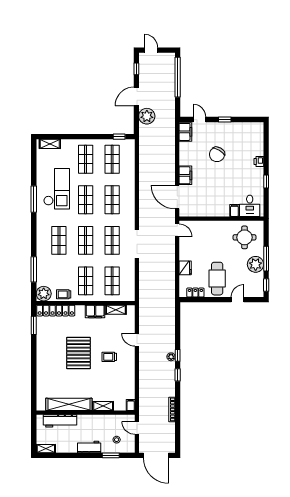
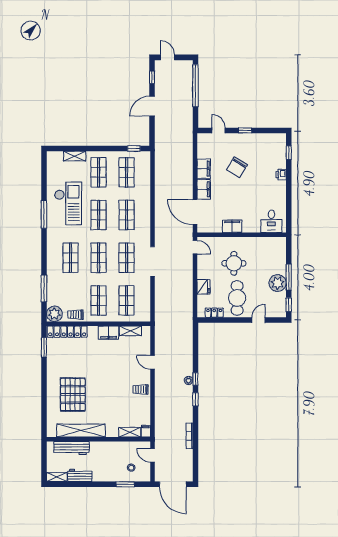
plant: (147, 116) -> (163, 127), removed
filing cabinet: (185, 132) -> (204, 169), moved
shelving: (50, 144) -> (75, 156), moved
window: (266, 181) -> (289, 152), moved
filing cabinet: (234, 211) -> (232, 226), moved, width x2.00
round table: (245, 237) -> (234, 263), moved
pallet: (78, 353) -> (73, 394), moved
trolley: (109, 357) -> (141, 389), moved
shelving: (103, 406) -> (130, 432), moved
workbench: (89, 447) -> (80, 475), moved

